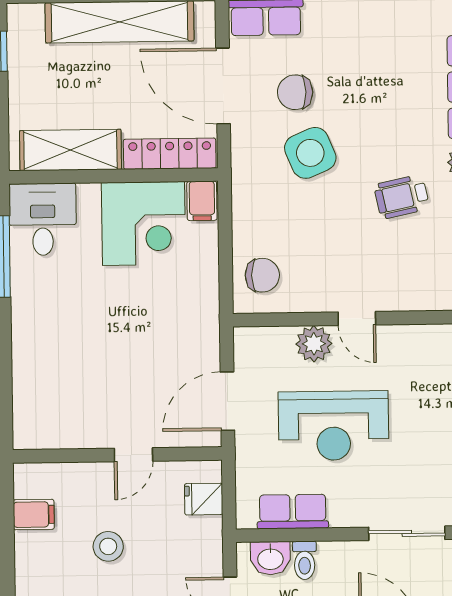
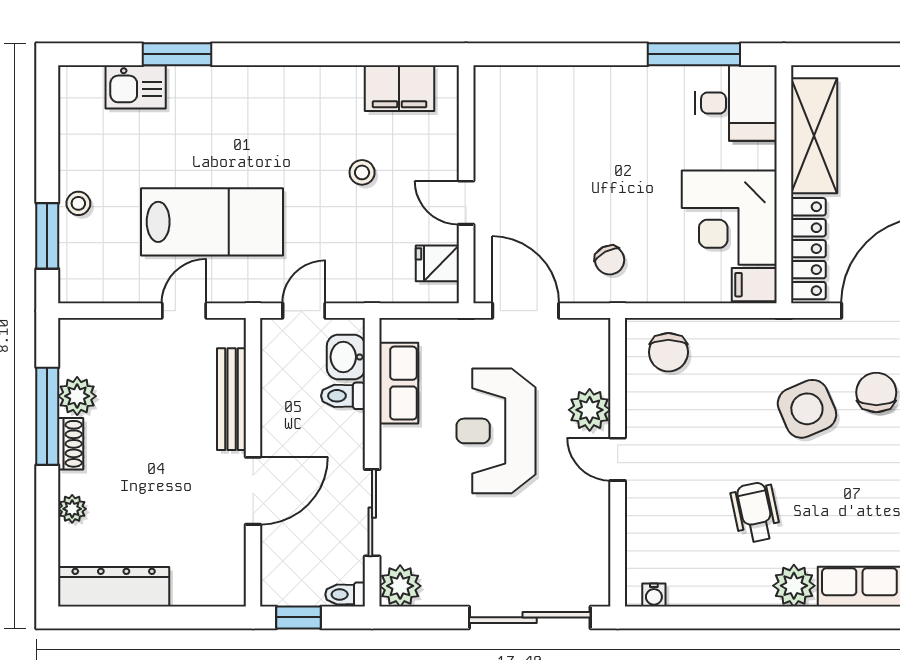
door: (357, 318) -> (618, 459), hinge flipped
chair: (182, 328) -> (610, 260), added
fridge: (204, 499) -> (437, 263), moved, turned -90
filing cabinet: (34, 515) -> (399, 88), width x2.00
stool: (108, 546) -> (362, 172), width x0.73, depth x0.73

